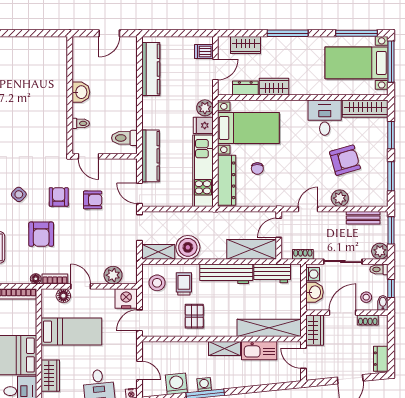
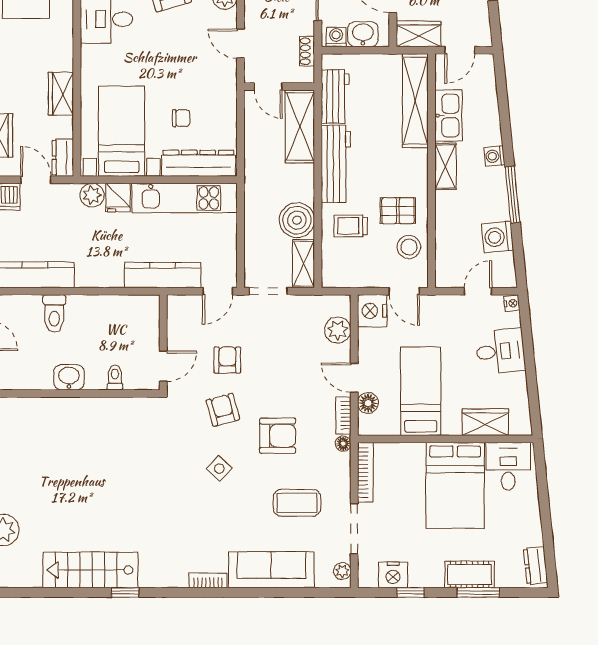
dresser: (245, 88) -> (63, 158), moved
toilet: (124, 138) -> (54, 313), moved
armchair: (59, 197) -> (223, 410), turned 75
stool: (157, 283) -> (409, 247), moved
door: (81, 286) -> (354, 378), hinge flipped
washing machine: (204, 384) -> (494, 156), moved

